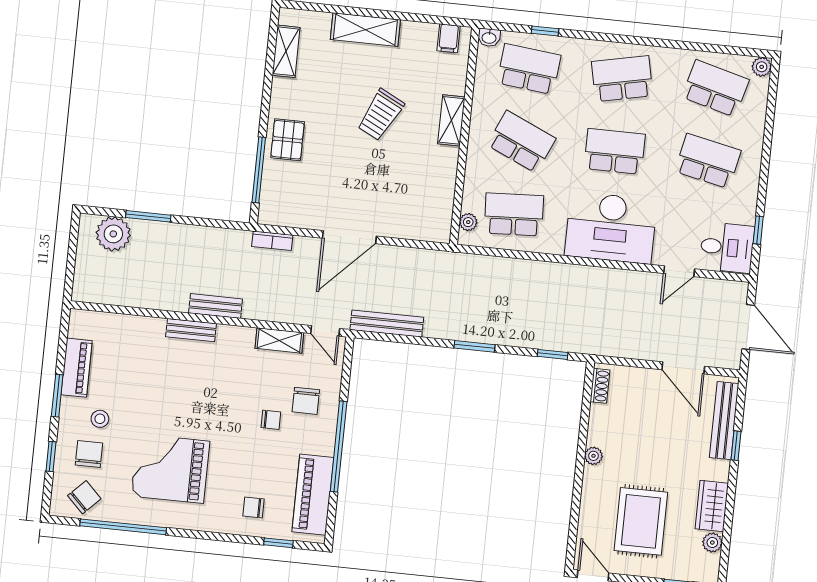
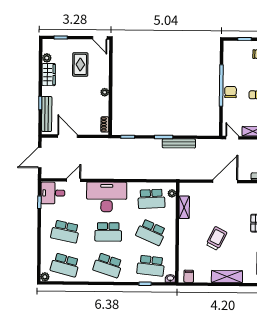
school desk: (622, 79) -> (108, 265), turned 30
shelving: (451, 120) -> (184, 207), moved
bench: (387, 324) -> (179, 143), moved
door: (748, 327) -> (40, 158), hinge flipped
chair: (306, 401) -> (231, 92), moved
piano: (313, 495) -> (231, 63), removed
rug: (641, 521) -> (80, 64), width x0.73, depth x0.70

